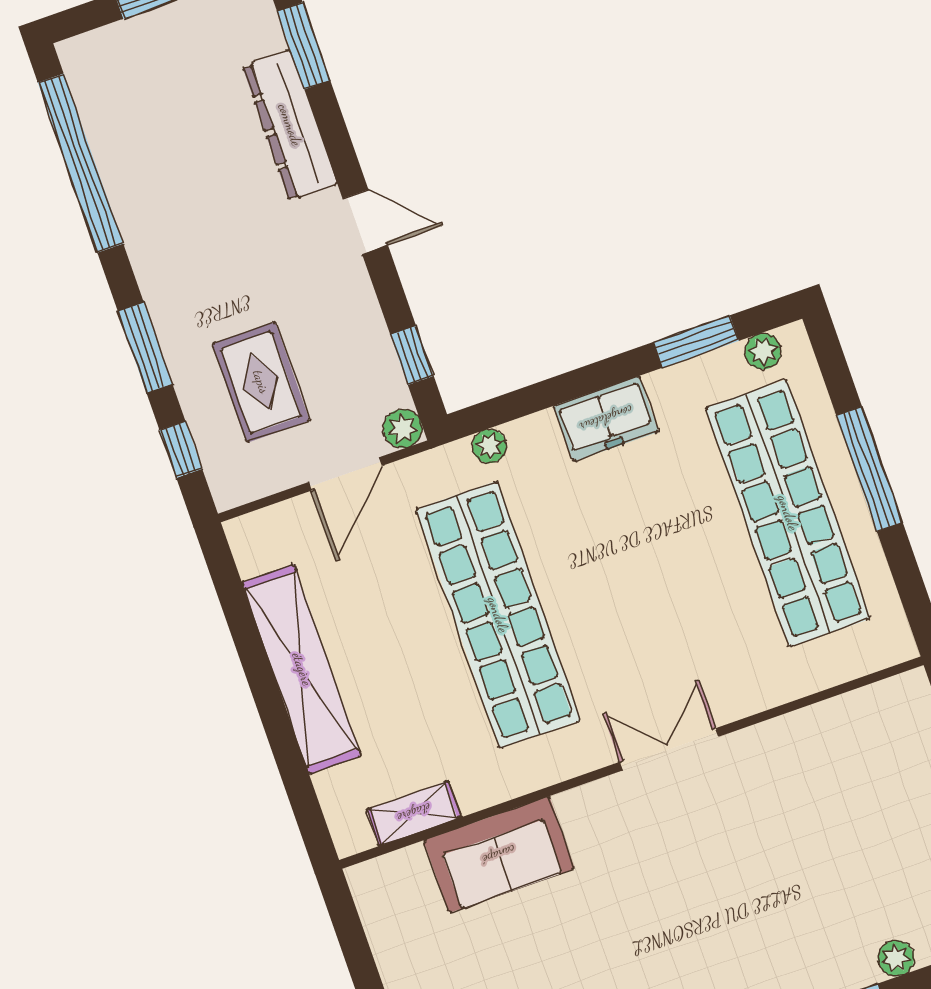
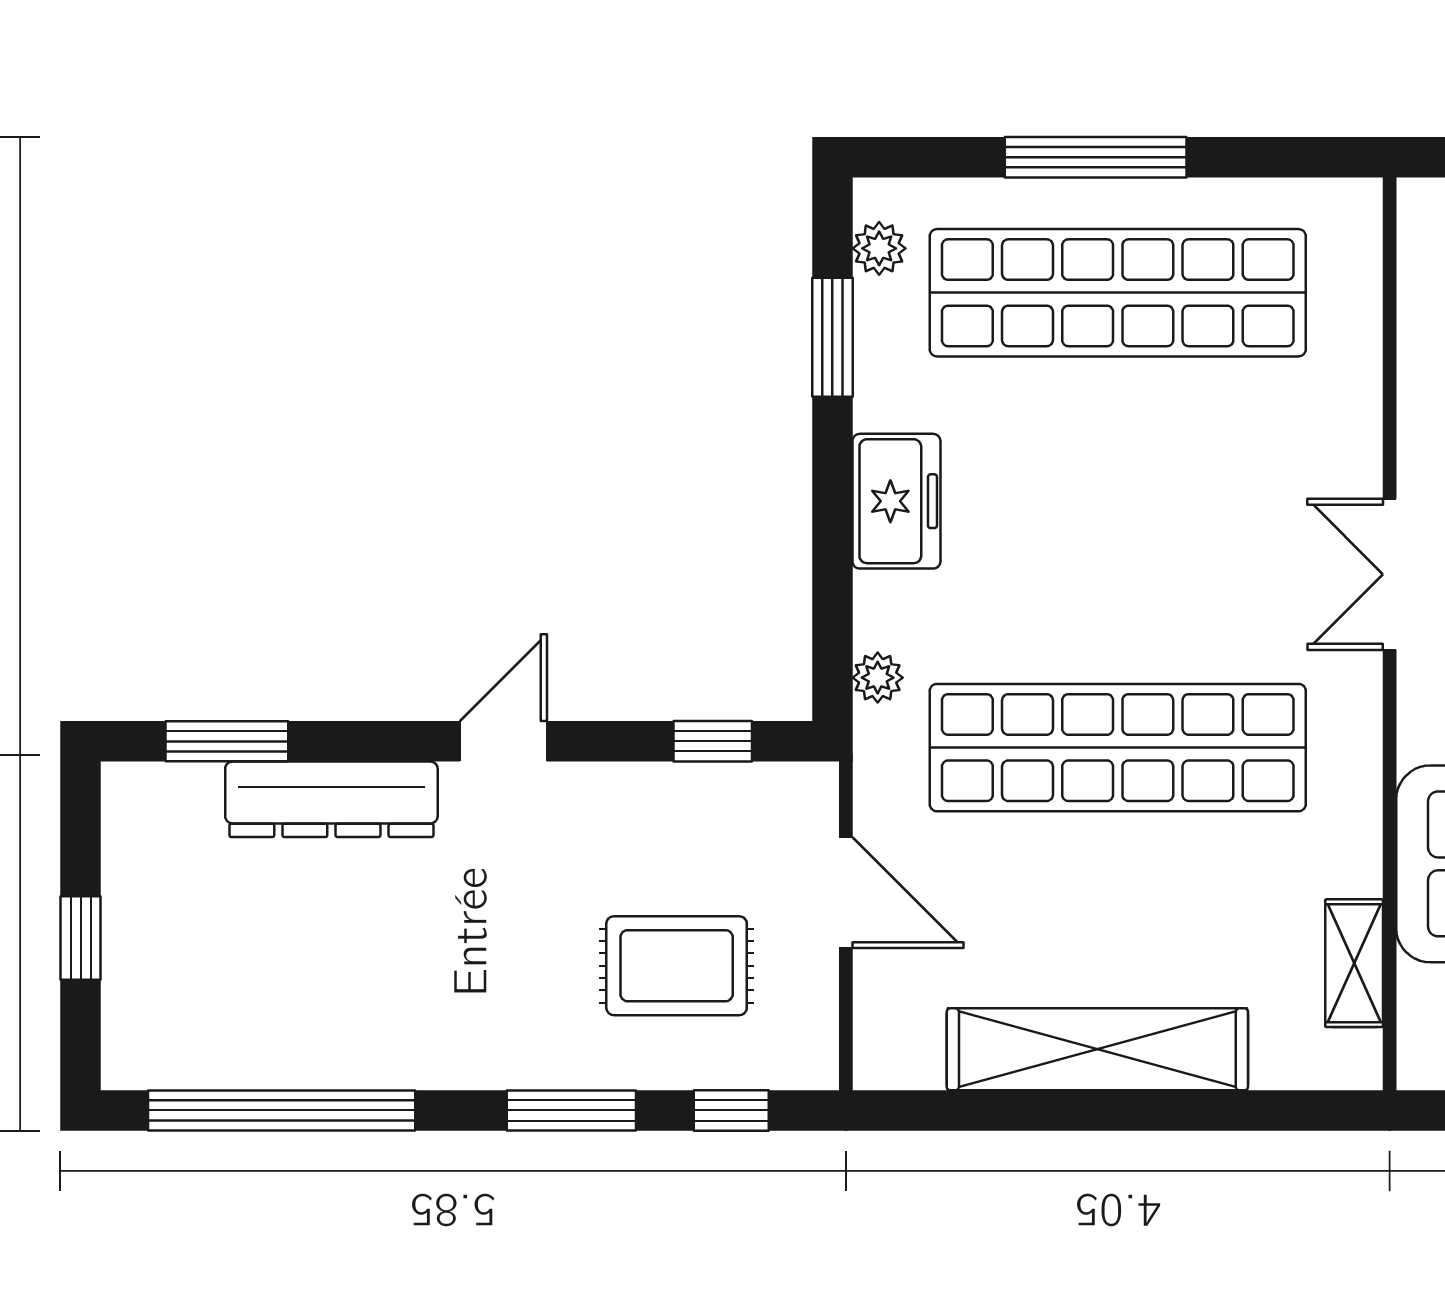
plant: (403, 429) -> (810, 790), removed

